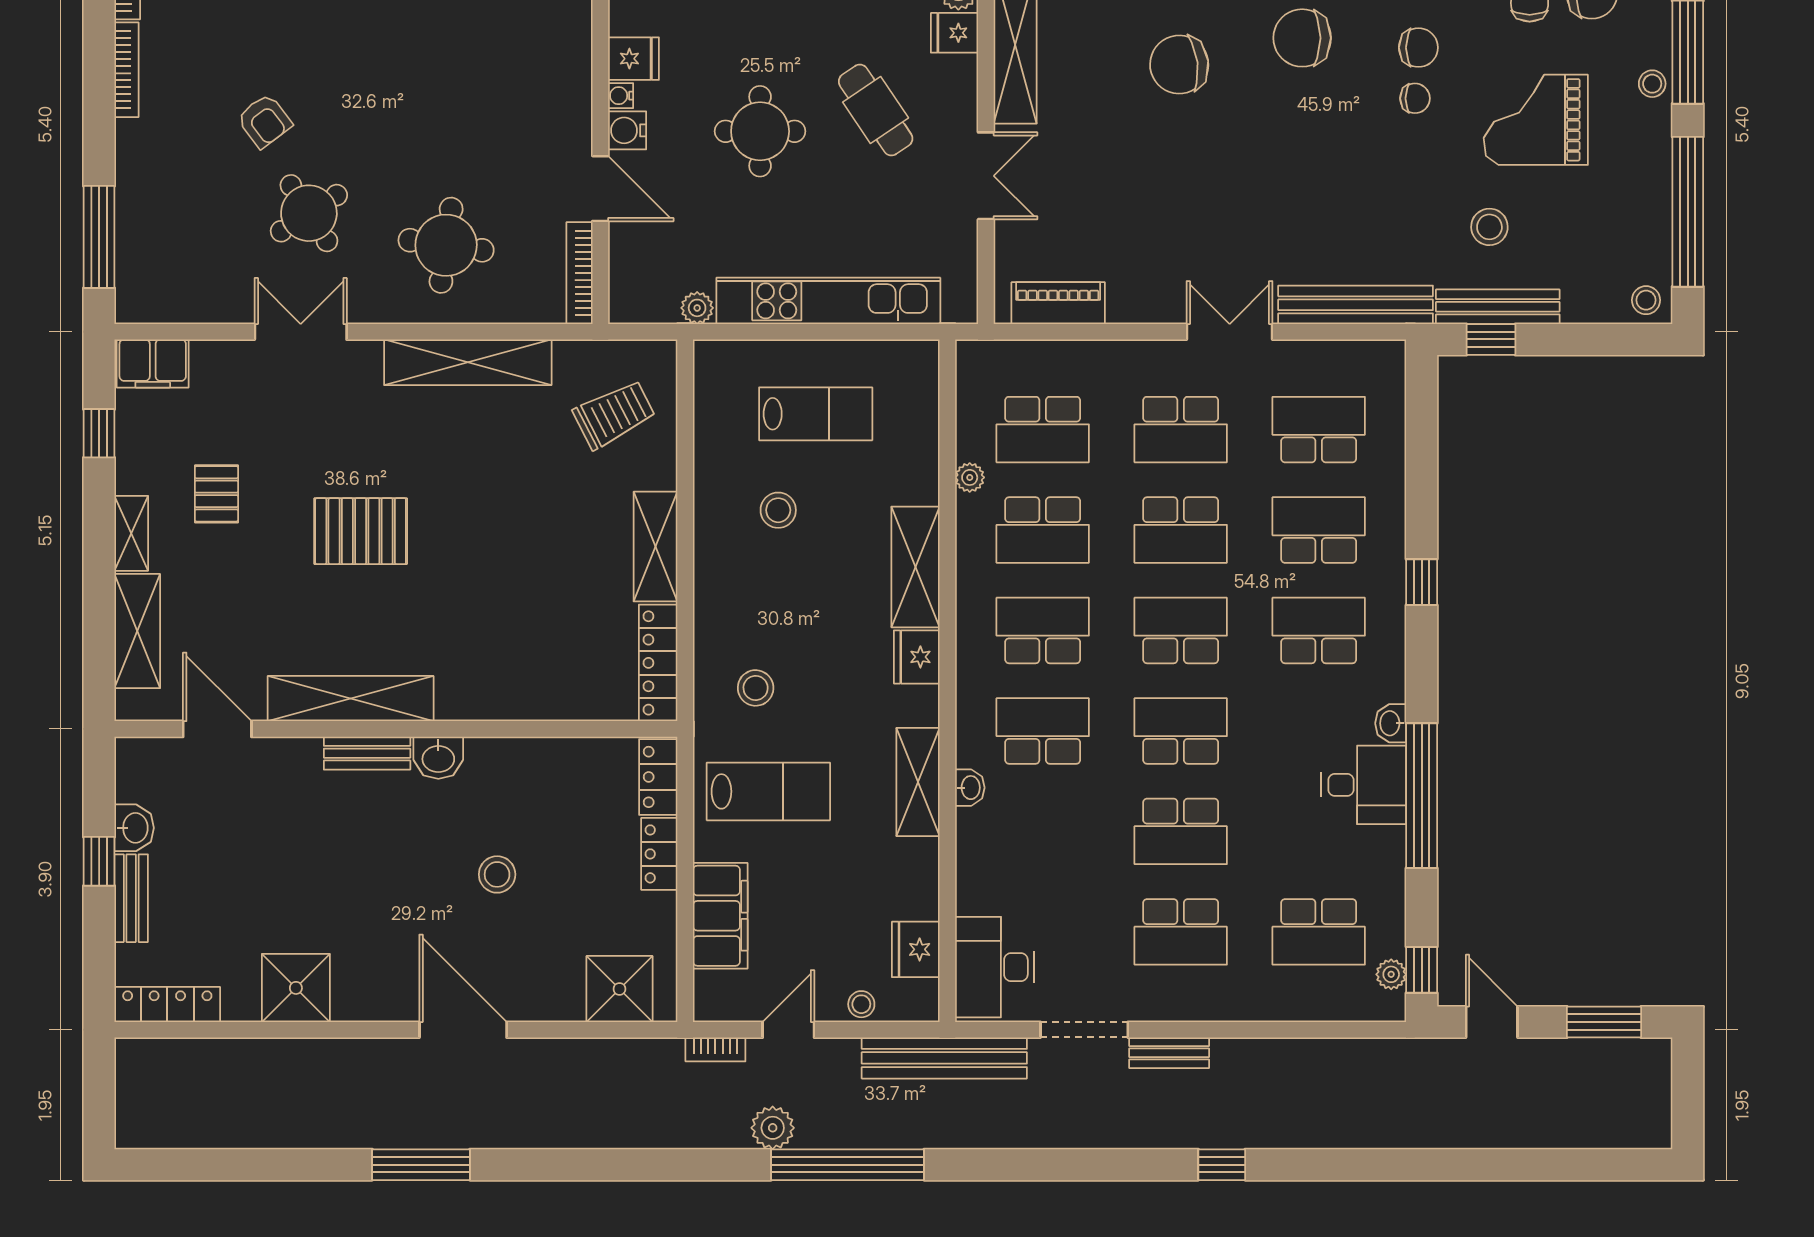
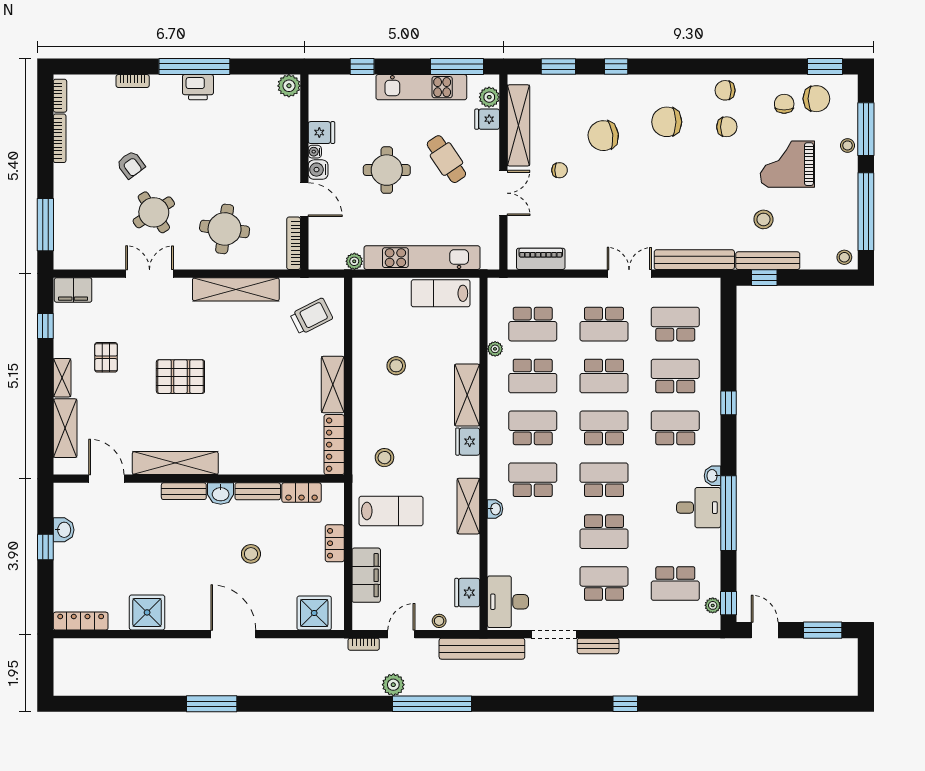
chair: (1415, 98) -> (560, 170), moved
lab bench: (816, 414) -> (441, 293), moved, turned 180
locker: (658, 777) -> (302, 493), moved, turned -90
bench: (131, 898) -> (258, 491), moved, turned 90
school desk: (1181, 932) -> (604, 584), turned 180

